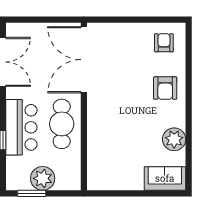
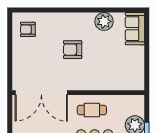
armchair: (165, 88) -> (73, 50), moved, turned 180
cafe table: (62, 124) -> (92, 110), width x0.73, depth x0.74

